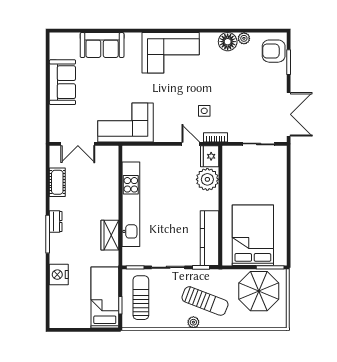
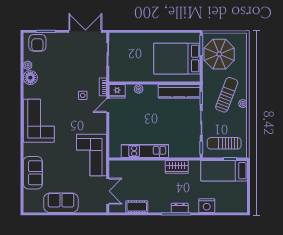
plant: (207, 179) -> (139, 89), width x0.53, depth x0.53
kitchen unit: (131, 204) -> (145, 151), width x0.73
dresser: (56, 222) -> (180, 208), moved

